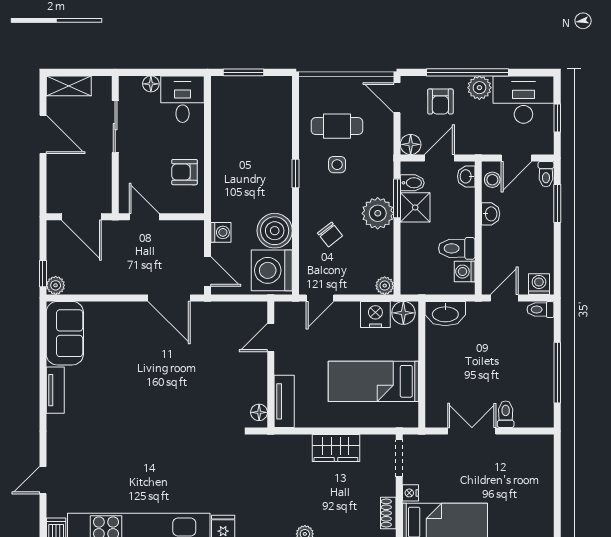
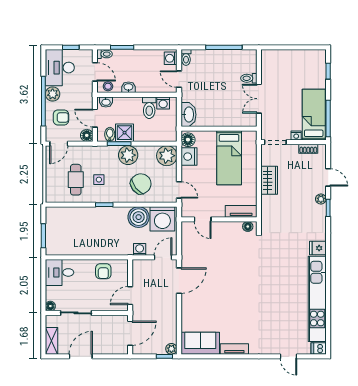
floor lamp: (151, 84) -> (50, 306), moved
chair: (330, 234) -> (141, 184), width x1.87, depth x1.87
plant: (385, 286) -> (167, 156), width x1.88, depth x1.88

